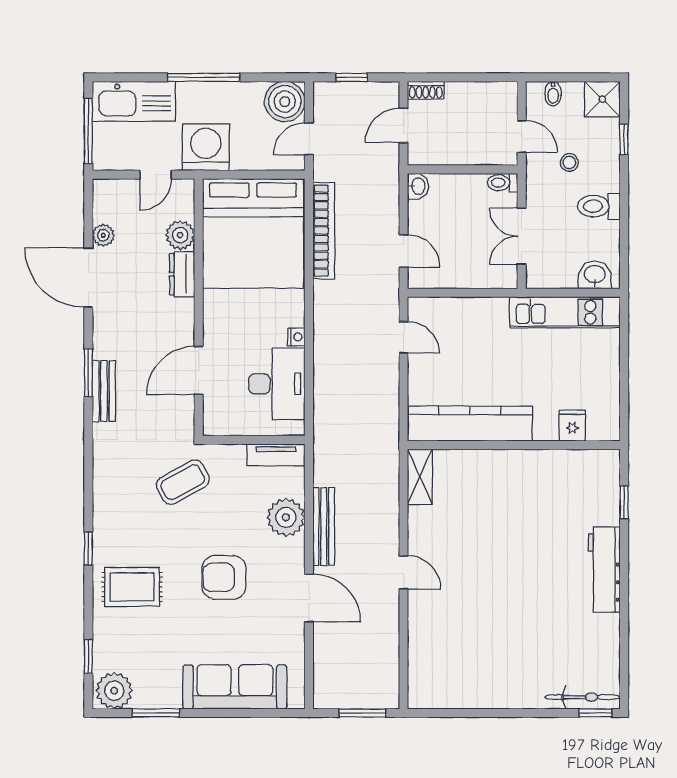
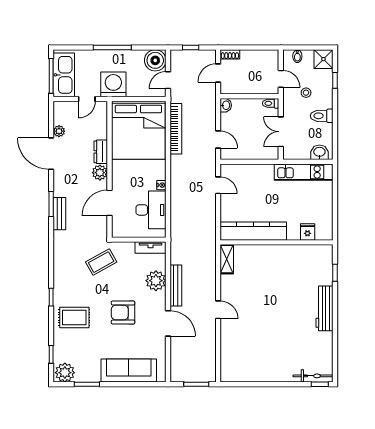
kitchen sink: (134, 101) -> (64, 75), moved, turned -90
plant: (180, 235) -> (100, 173), moved

